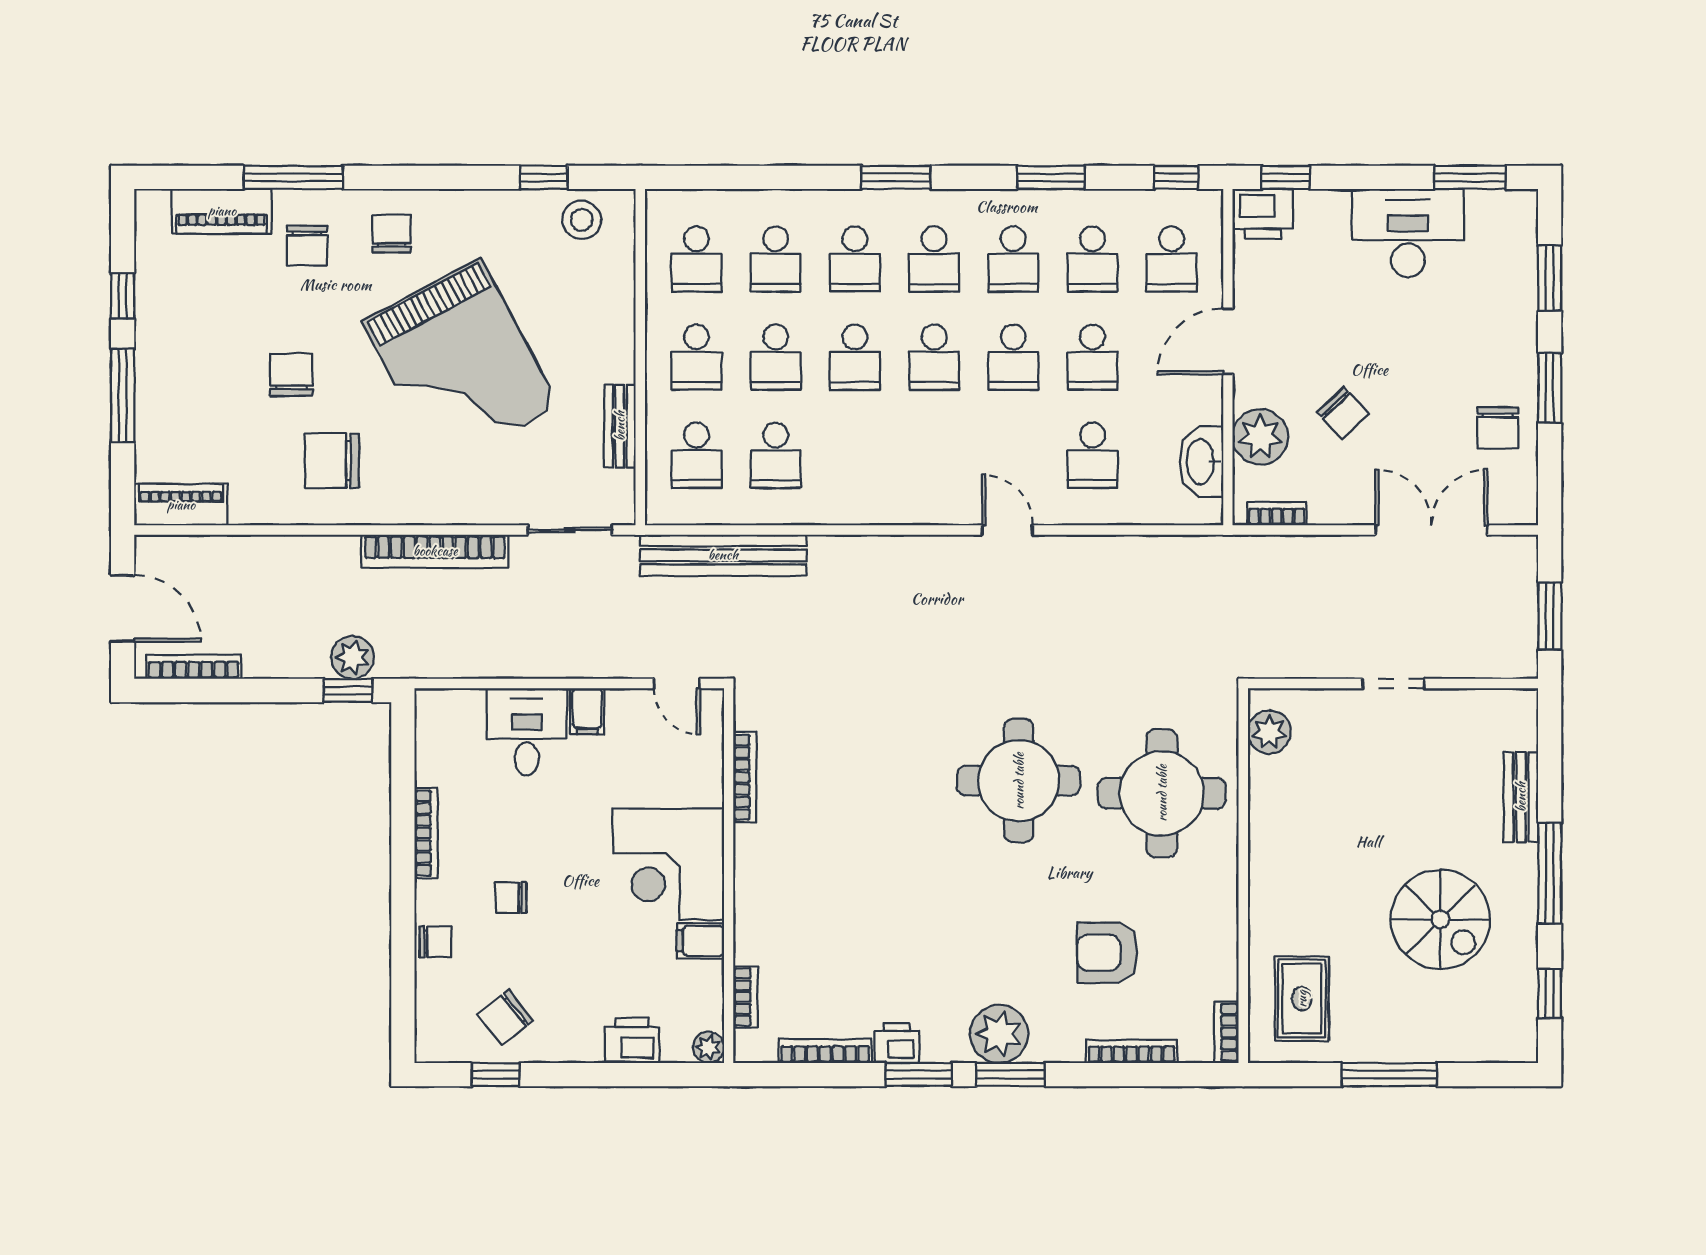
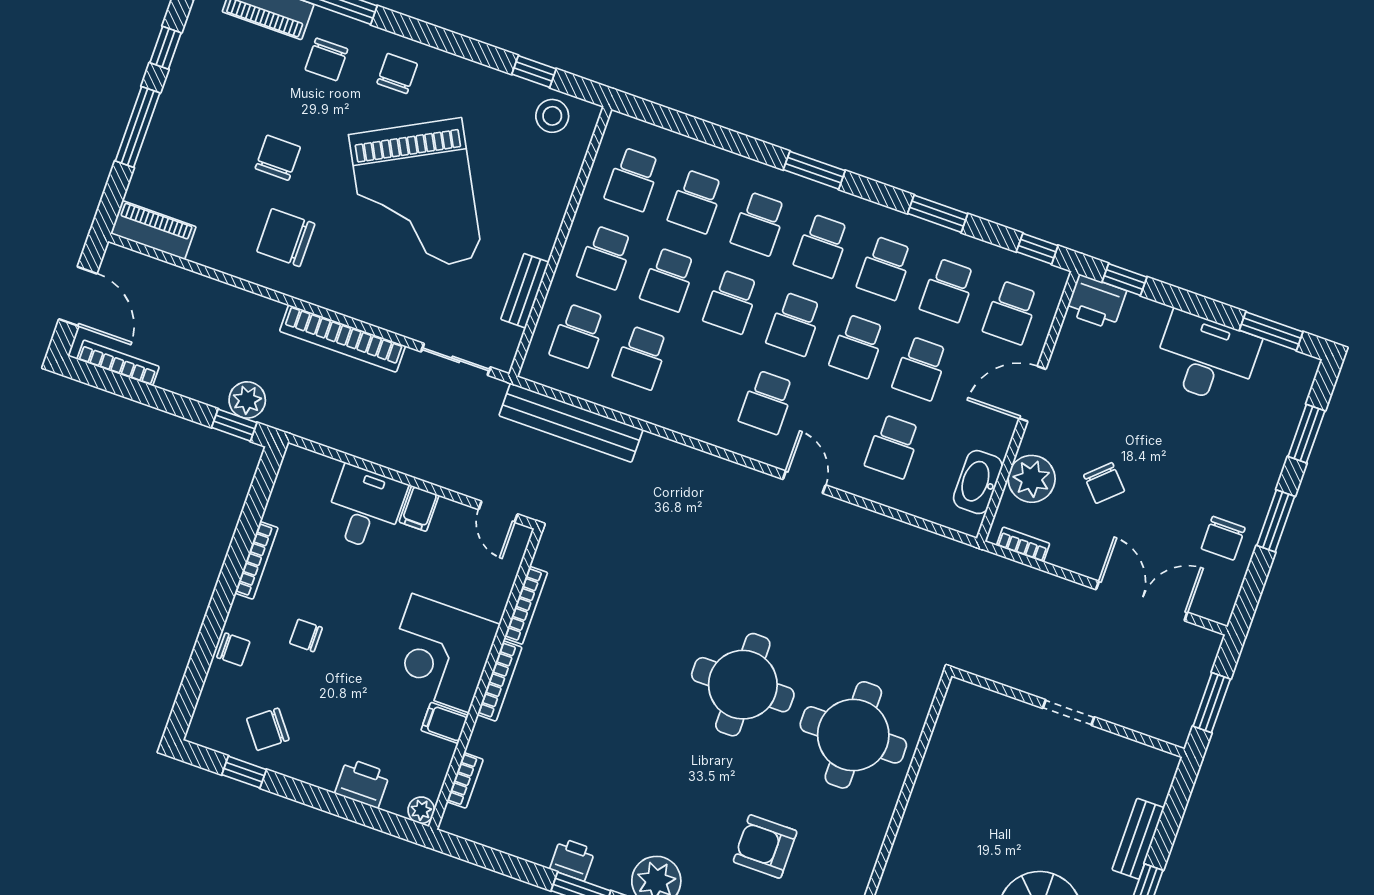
school desk: (934, 455) -> (767, 402), added
plant: (1269, 732) -> (956, 716), removed
bookcase: (825, 1051) -> (500, 681), moved, turned 90

